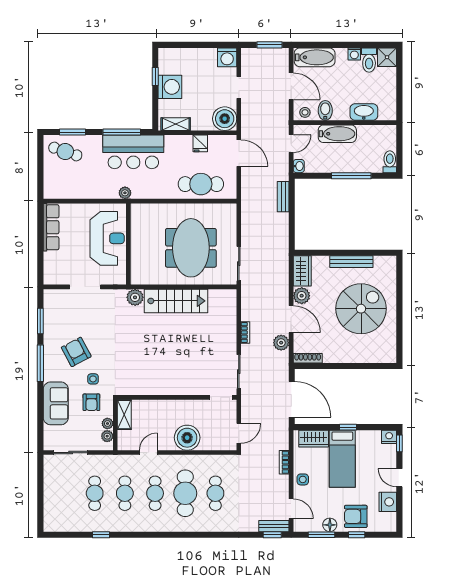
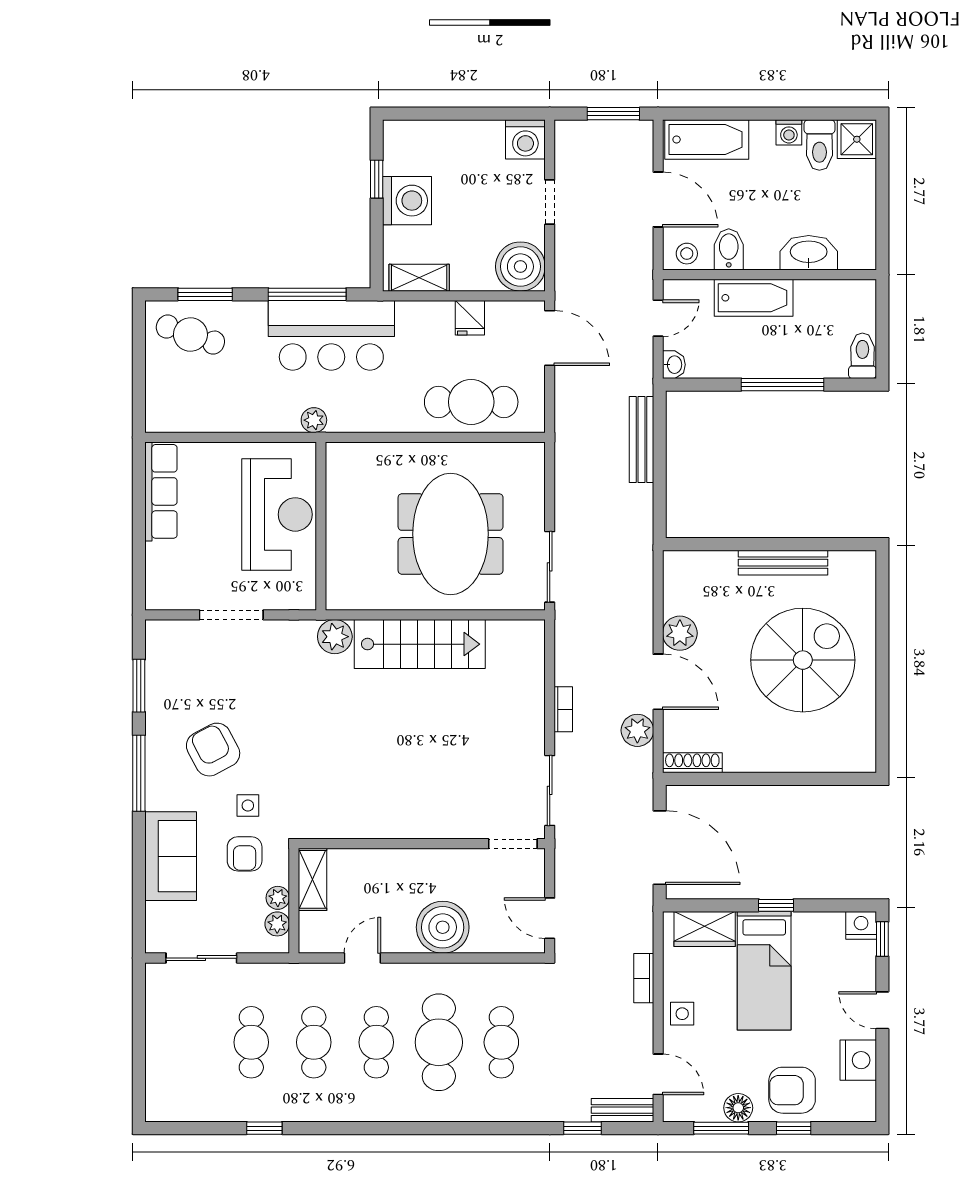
bench: (283, 197) -> (641, 439), width x1.36
wardrobe: (302, 271) -> (681, 582), removed
door: (239, 433) -> (550, 918), swing flipped
window: (272, 535) -> (582, 1128), moved

